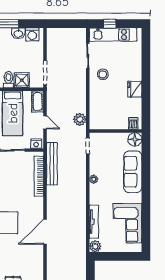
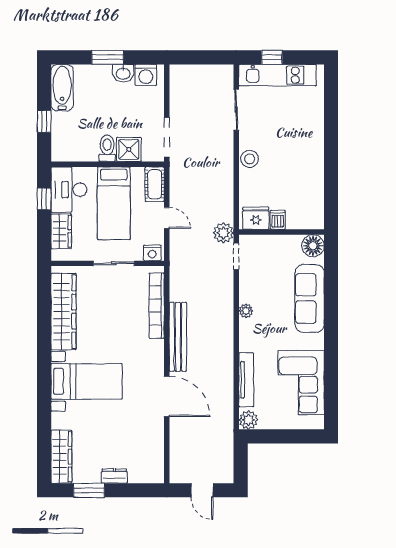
stool: (103, 74) -> (250, 159), moved
fridge: (135, 89) -> (256, 218), moved, turned 90
plant: (80, 119) -> (223, 233), moved
dishwasher: (133, 123) -> (278, 220), moved
bench: (52, 164) -> (178, 337), moved
door: (45, 232) -> (167, 396), swing flipped

